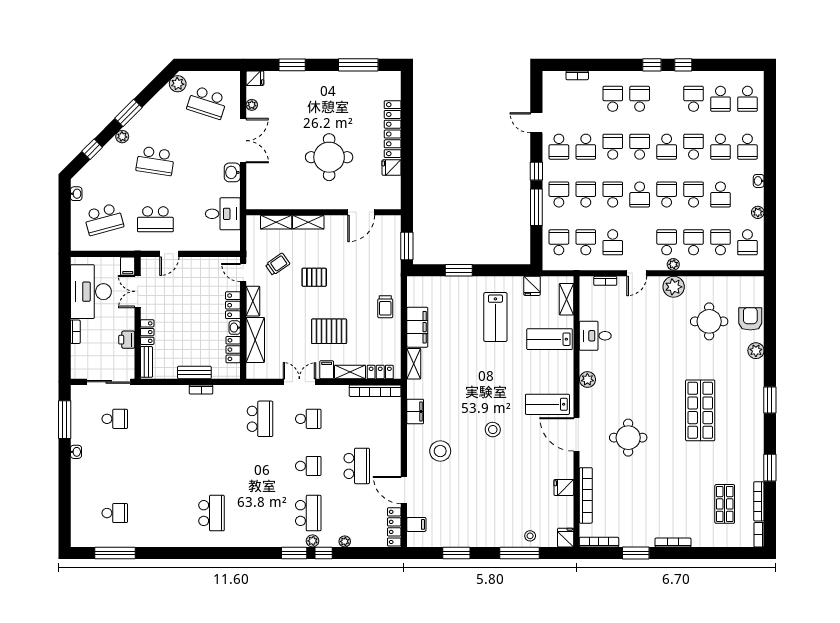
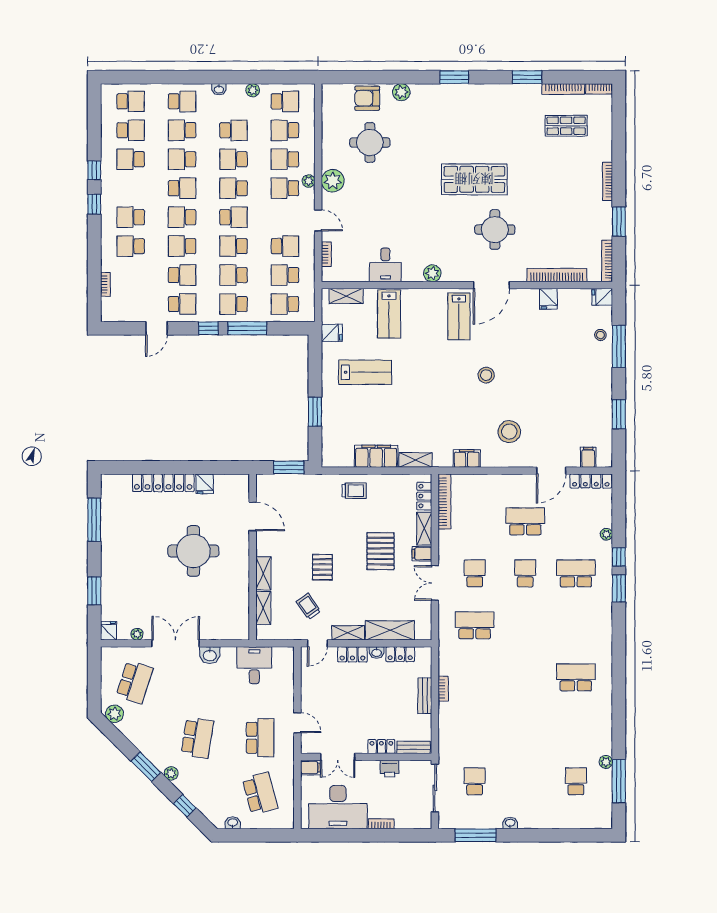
school desk: (720, 147) -> (182, 130), turned 180
shop shelf: (700, 410) -> (474, 179), moved
plant: (313, 541) -> (606, 762), moved

